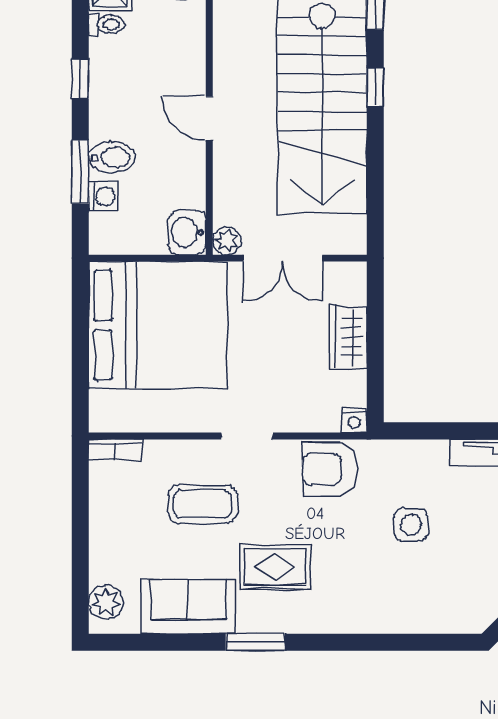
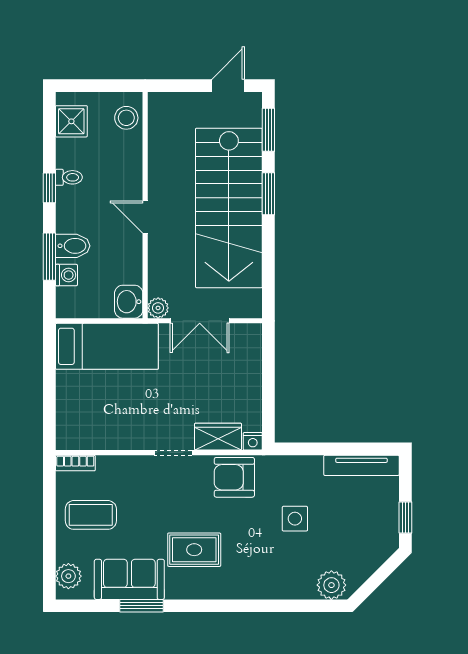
toilet: (106, 24) -> (69, 177), moved
window: (375, 87) -> (268, 194), width x1.50
bed: (158, 325) -> (107, 346), width x0.49
wardrobe: (349, 337) -> (218, 437), moved, turned 90
coffee table: (203, 504) -> (91, 515), moved
plant: (460, 614) -> (331, 585), added
window: (255, 642) -> (141, 606), moved

